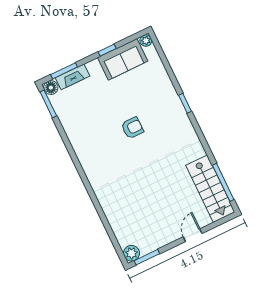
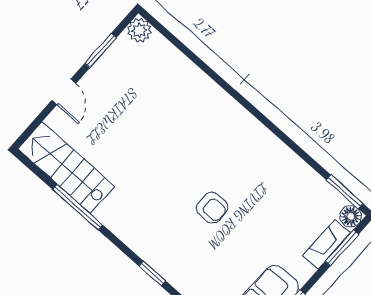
armchair: (132, 128) -> (212, 208), turned -90
window: (223, 182) -> (77, 207), moved
window: (147, 257) -> (101, 50), moved

